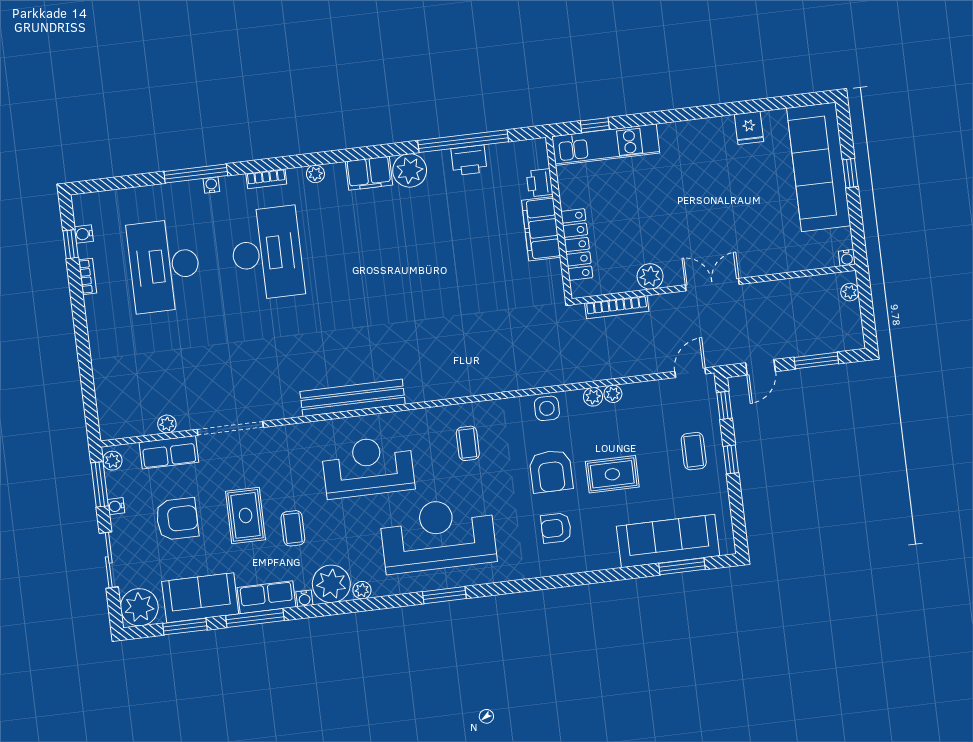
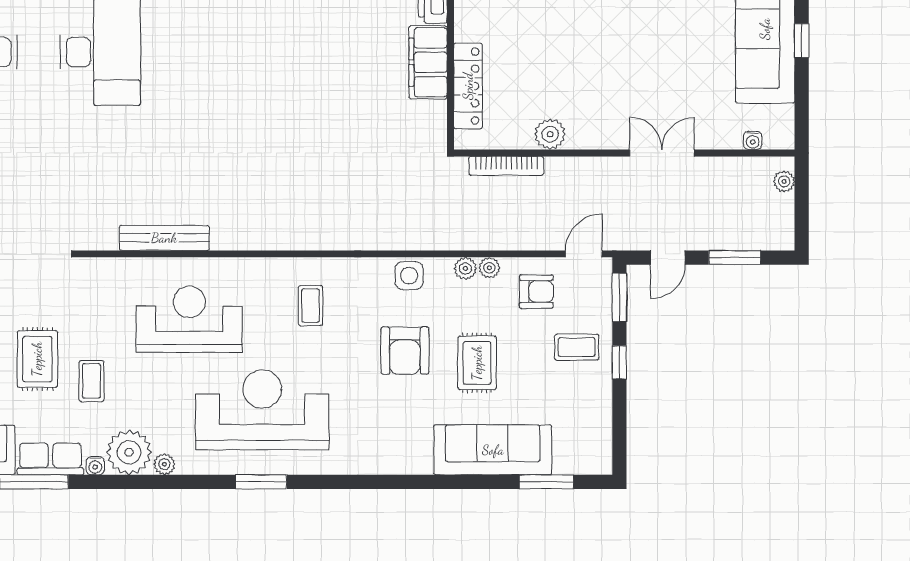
water cooler: (847, 258) -> (753, 140), moved
double door: (712, 285) -> (662, 153), moved
bench: (353, 398) -> (164, 238), width x0.73, depth x0.82
window: (724, 405) -> (619, 297), width x1.50
coffee table: (694, 451) -> (577, 347), turned 90
rug: (612, 474) -> (477, 363), turned 90
armchair: (556, 528) -> (536, 292), moved, turned 180
sofa: (668, 541) -> (493, 450), moved

